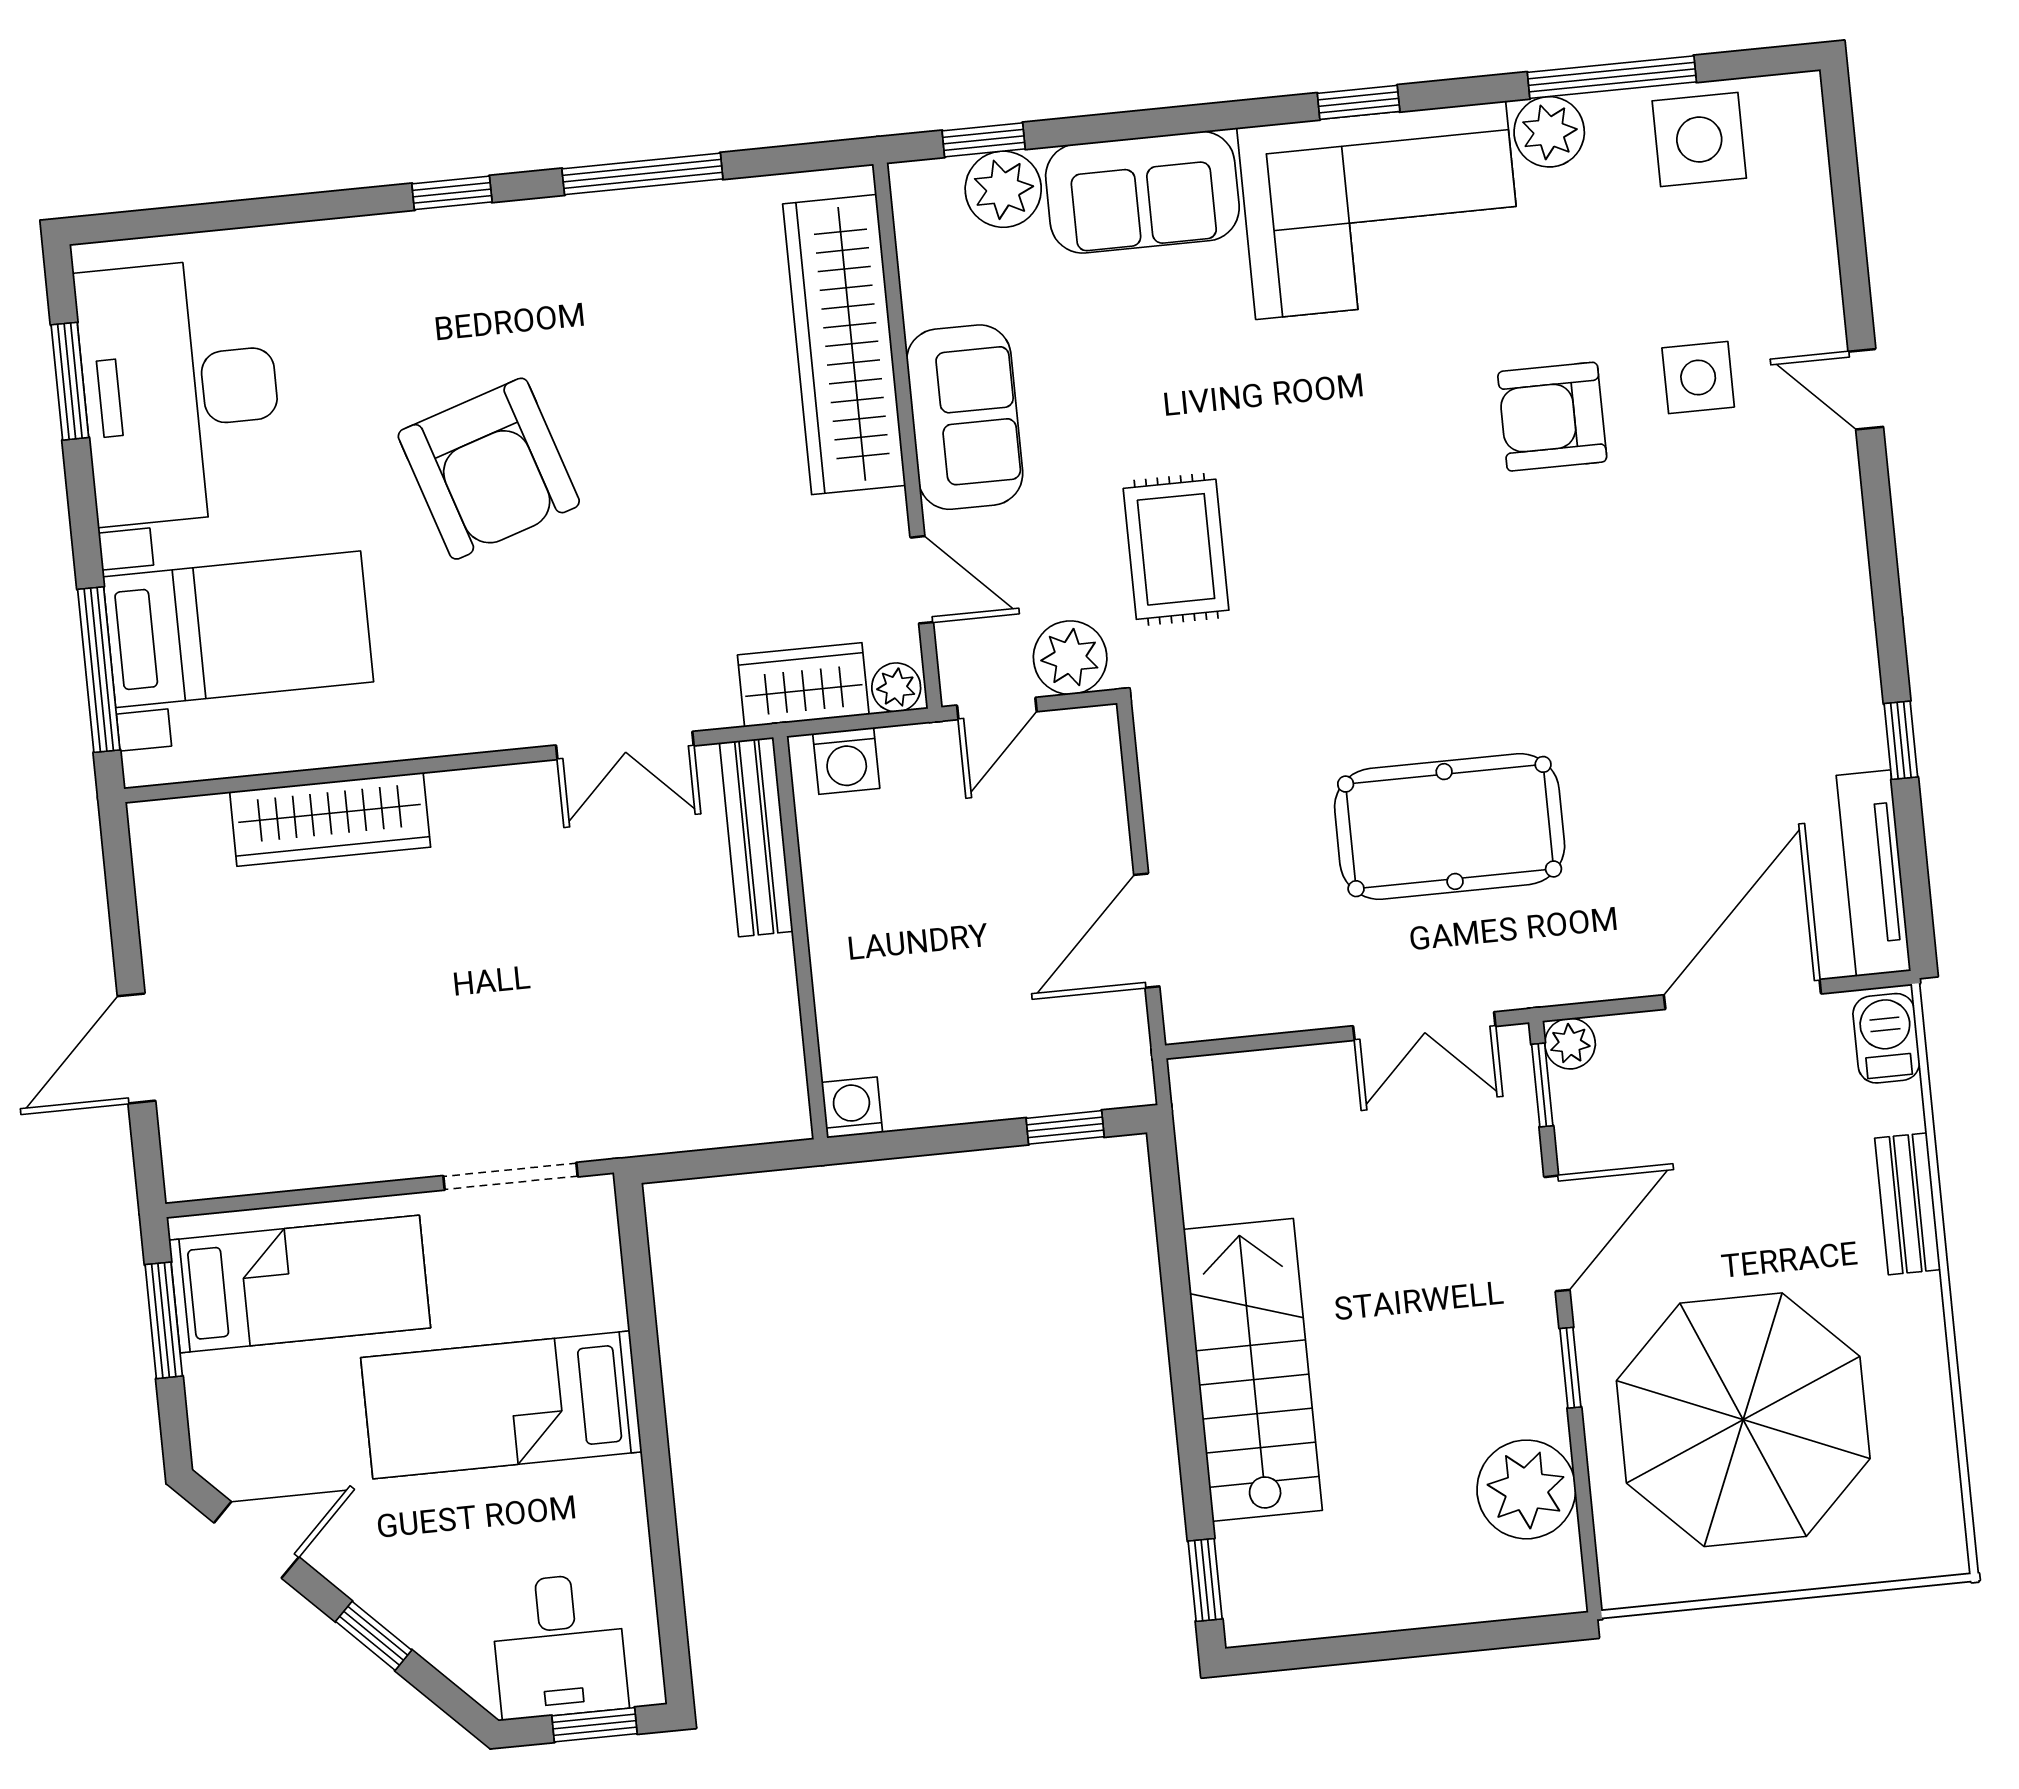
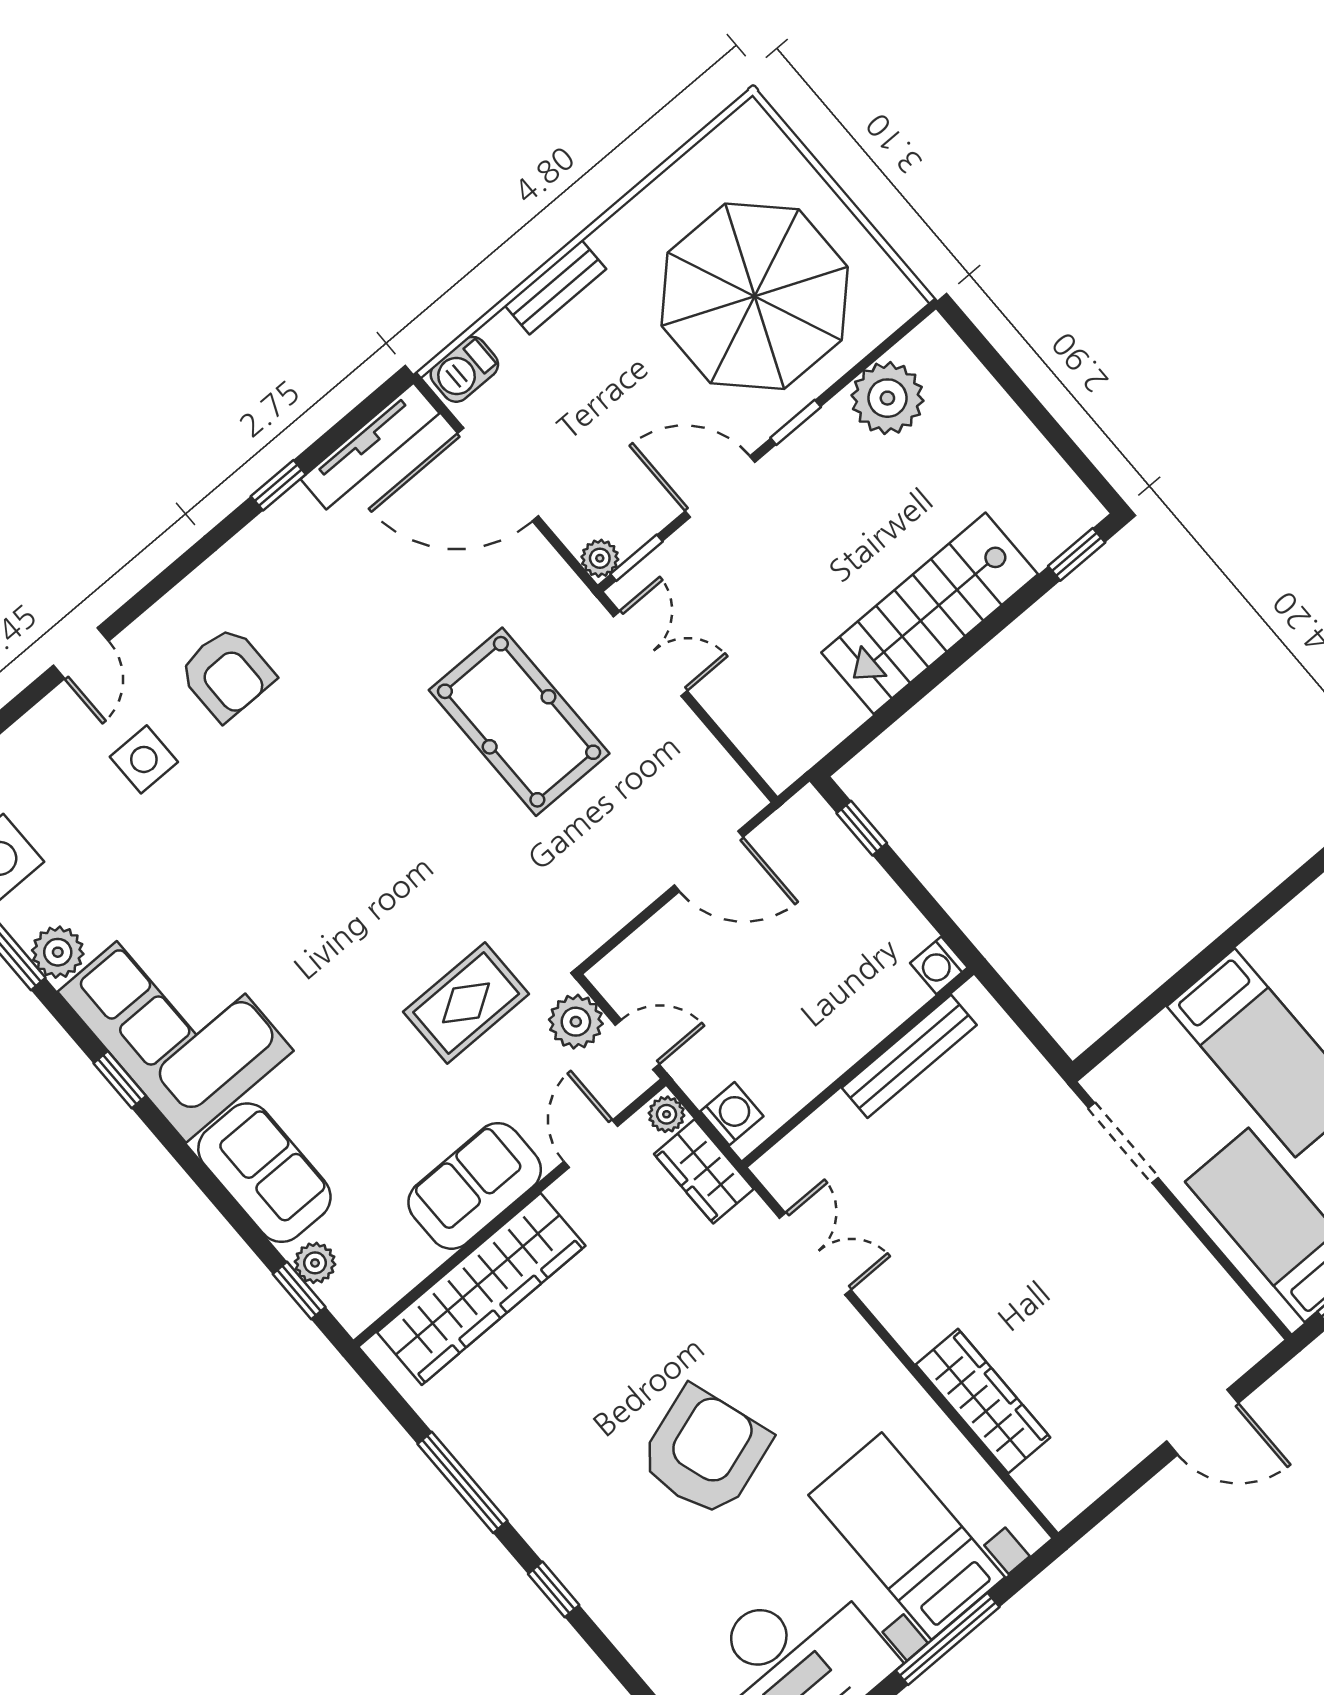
plant: (1003, 189) -> (315, 1263), width x0.73, depth x0.73
armchair: (1552, 417) -> (227, 674), moved
window: (99, 670) -> (948, 1639), moved
bench: (756, 837) -> (909, 1056), moved

